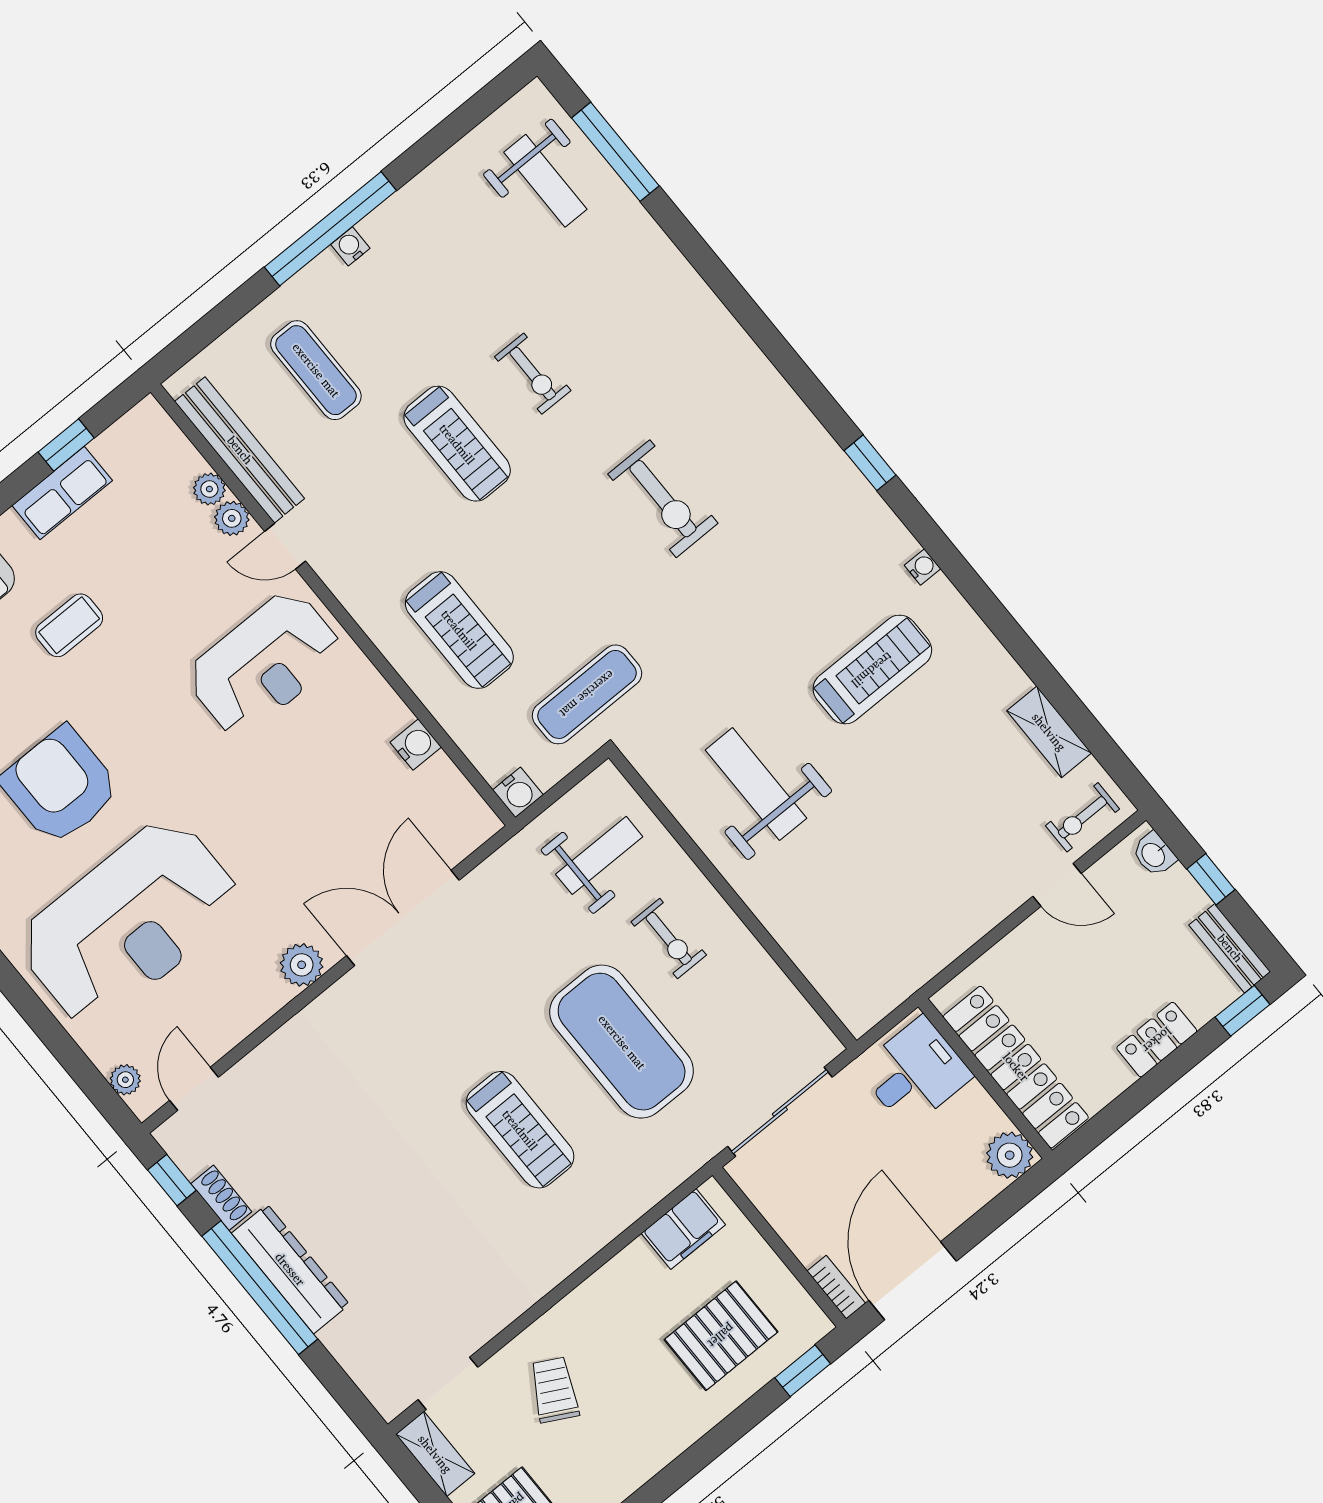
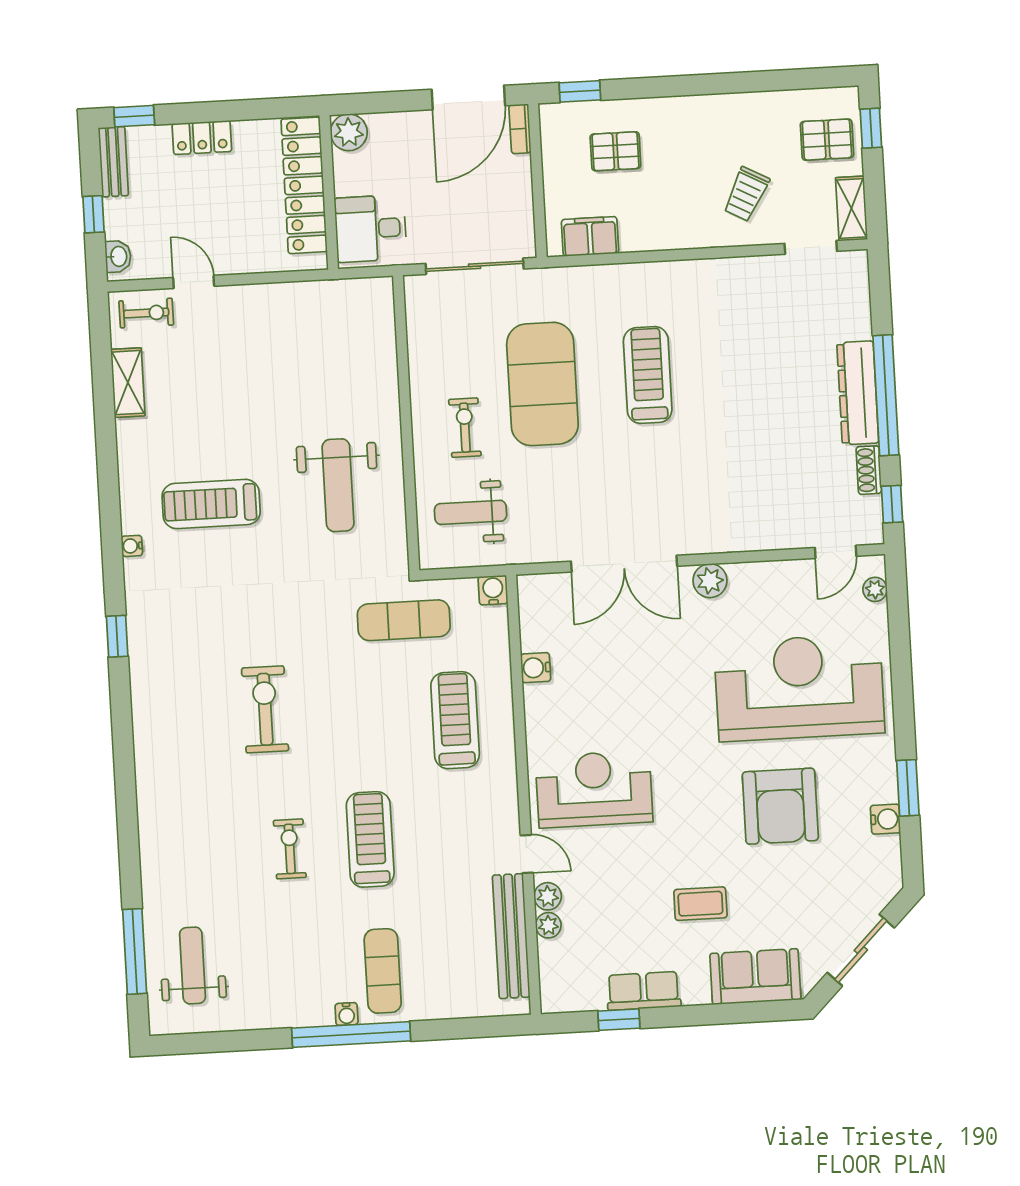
exercise mat: (316, 370) -> (383, 971), moved
pallet: (721, 1336) -> (615, 151), width x0.67, depth x0.71

